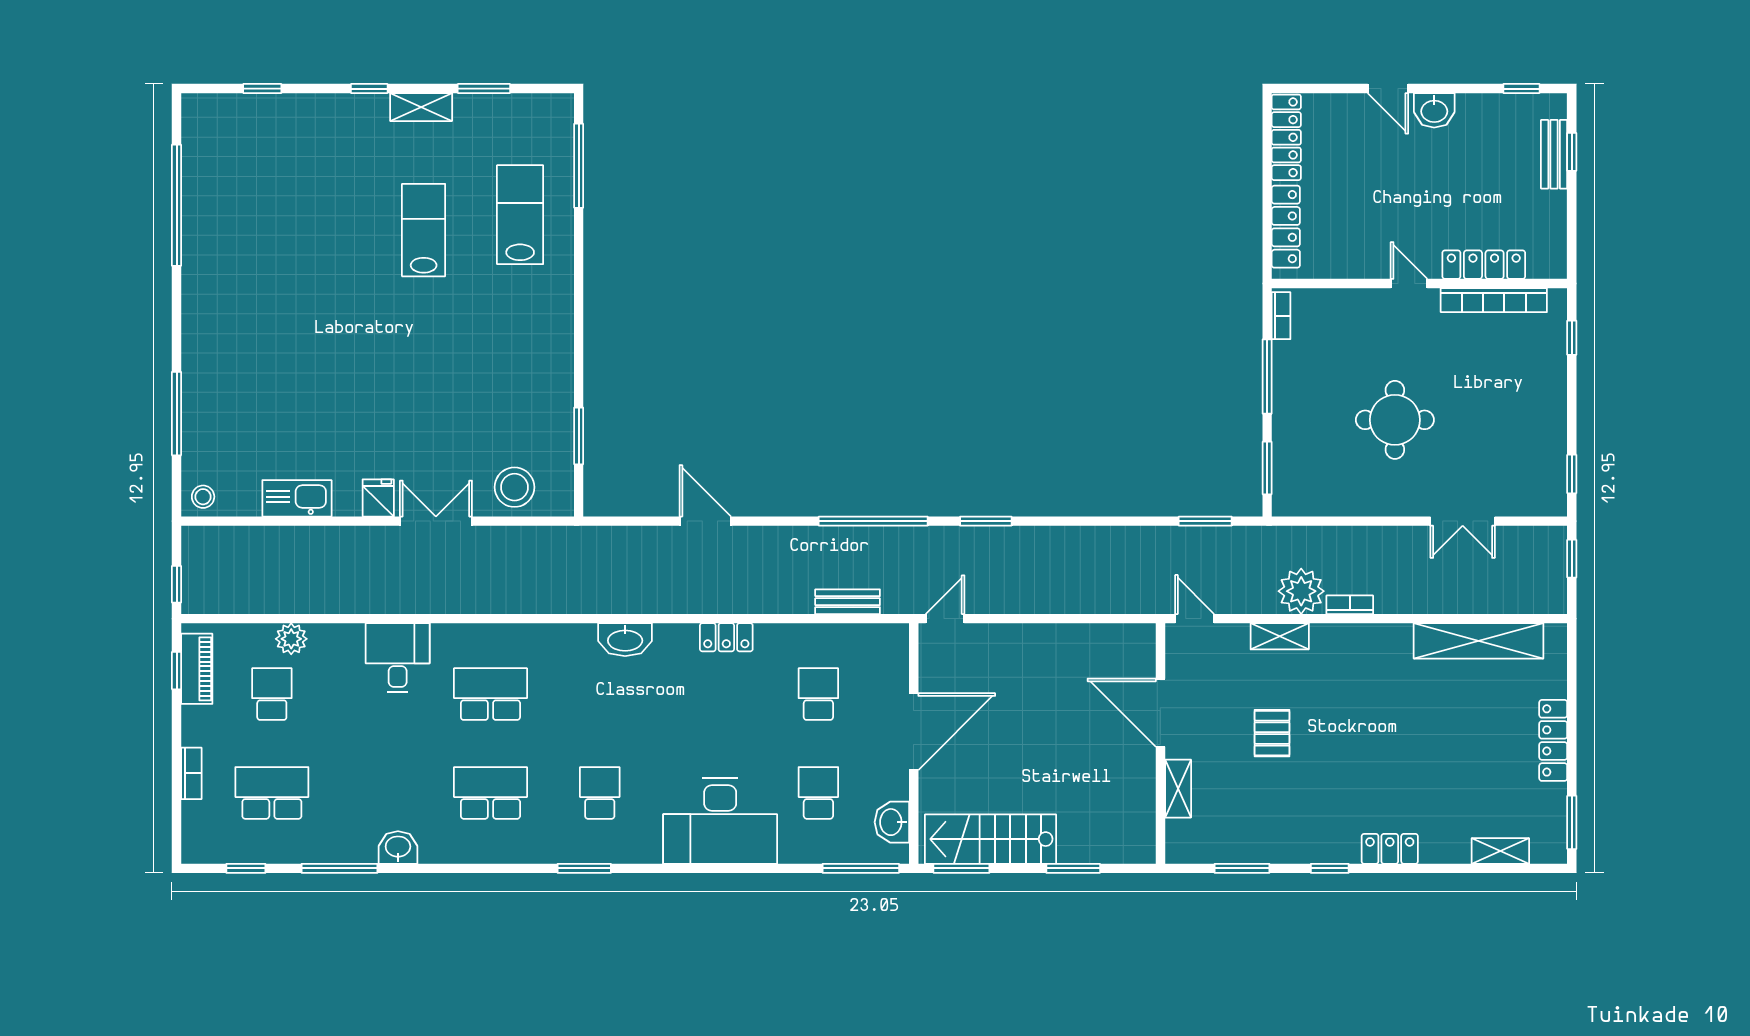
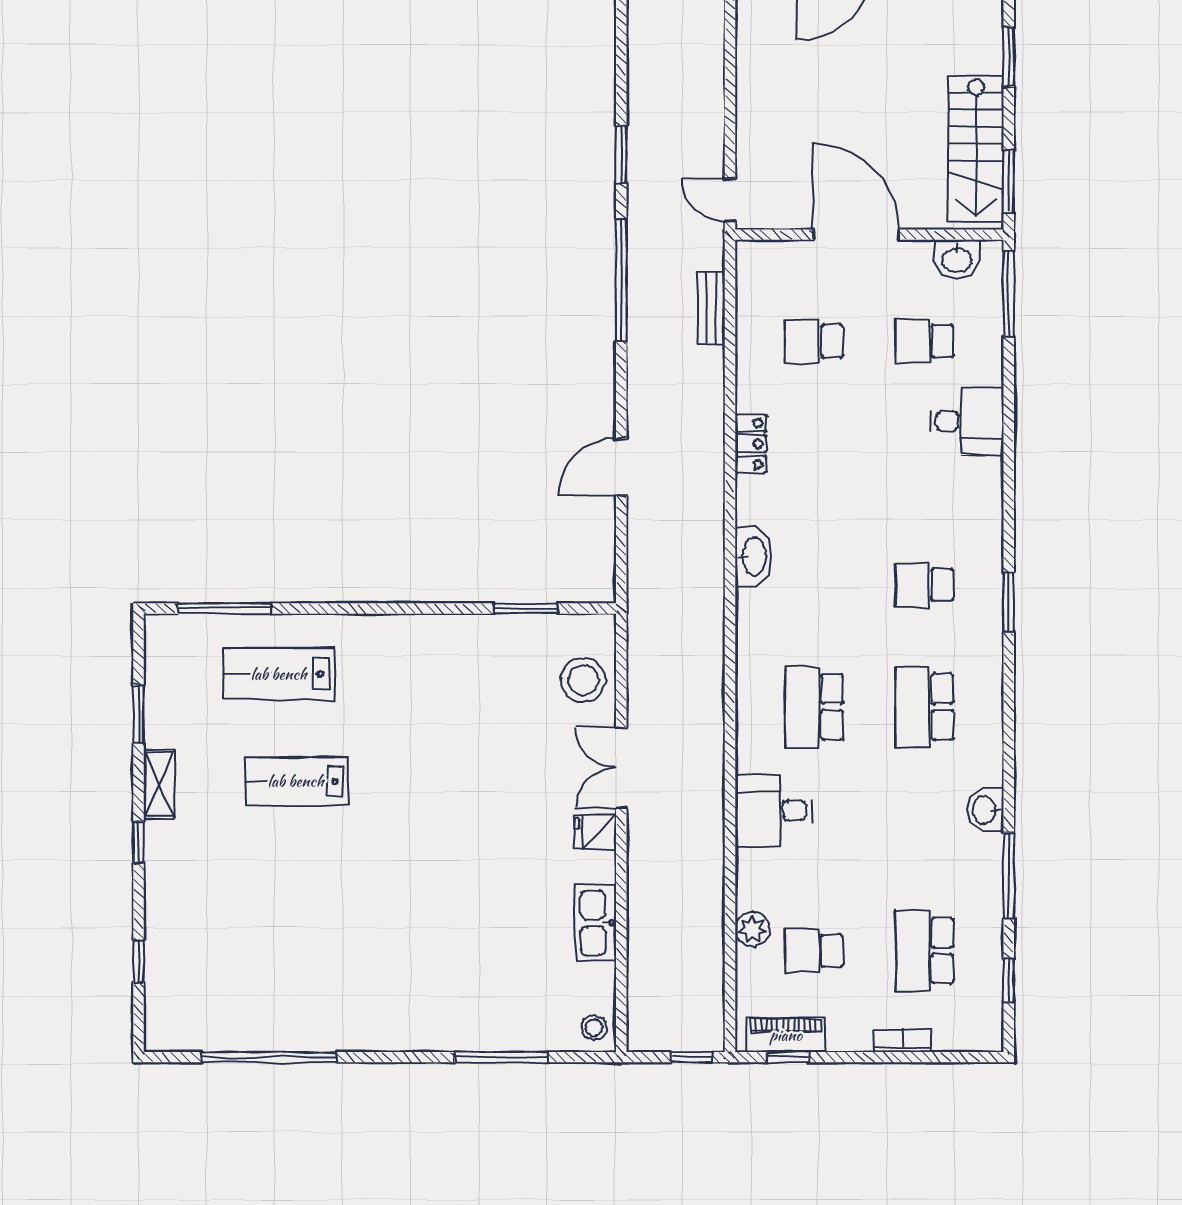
desk: (720, 821) -> (967, 421), width x0.53, depth x0.77

